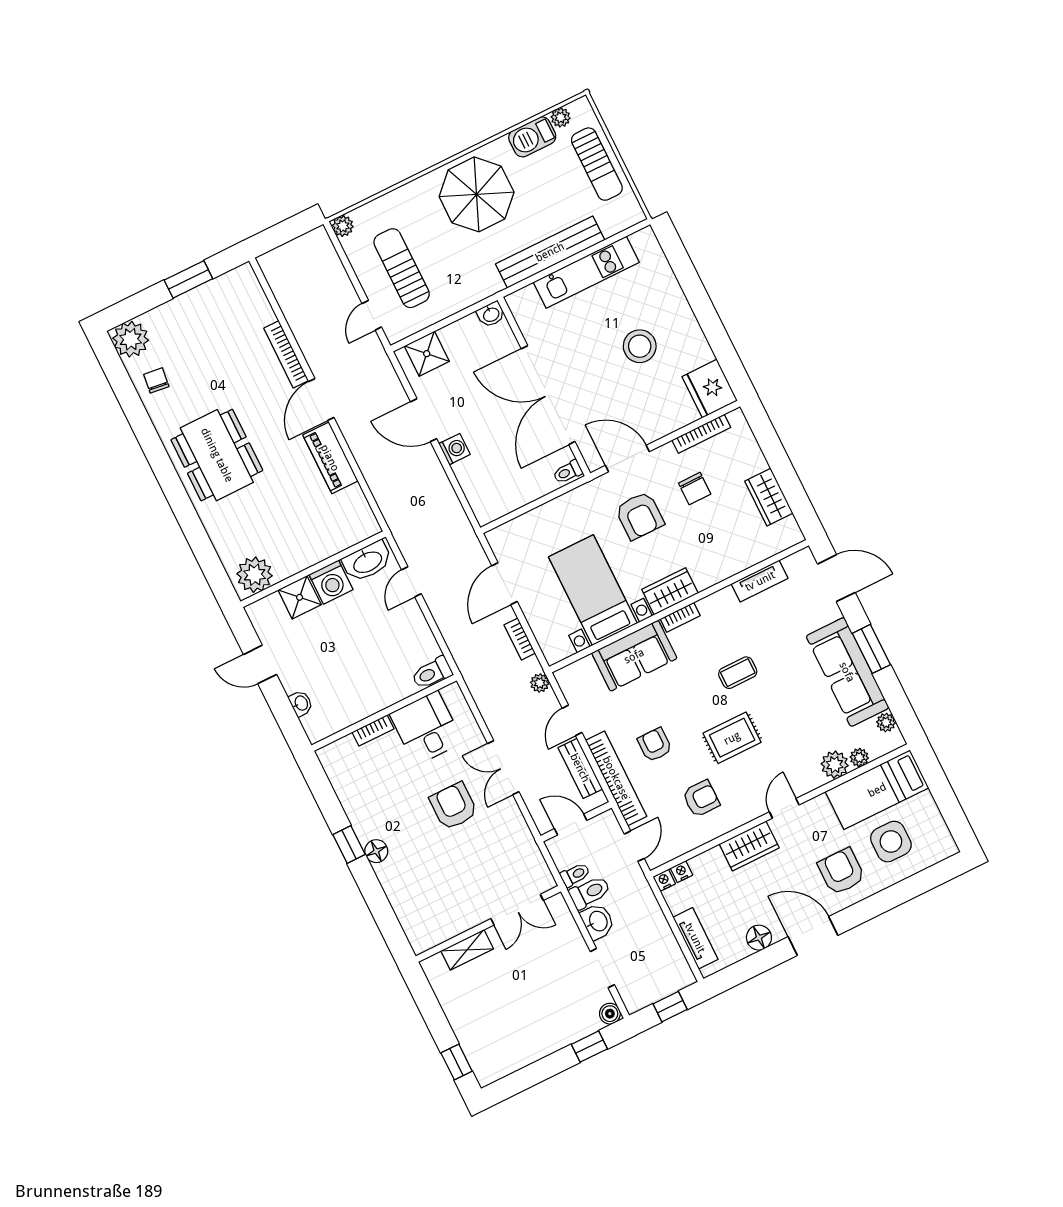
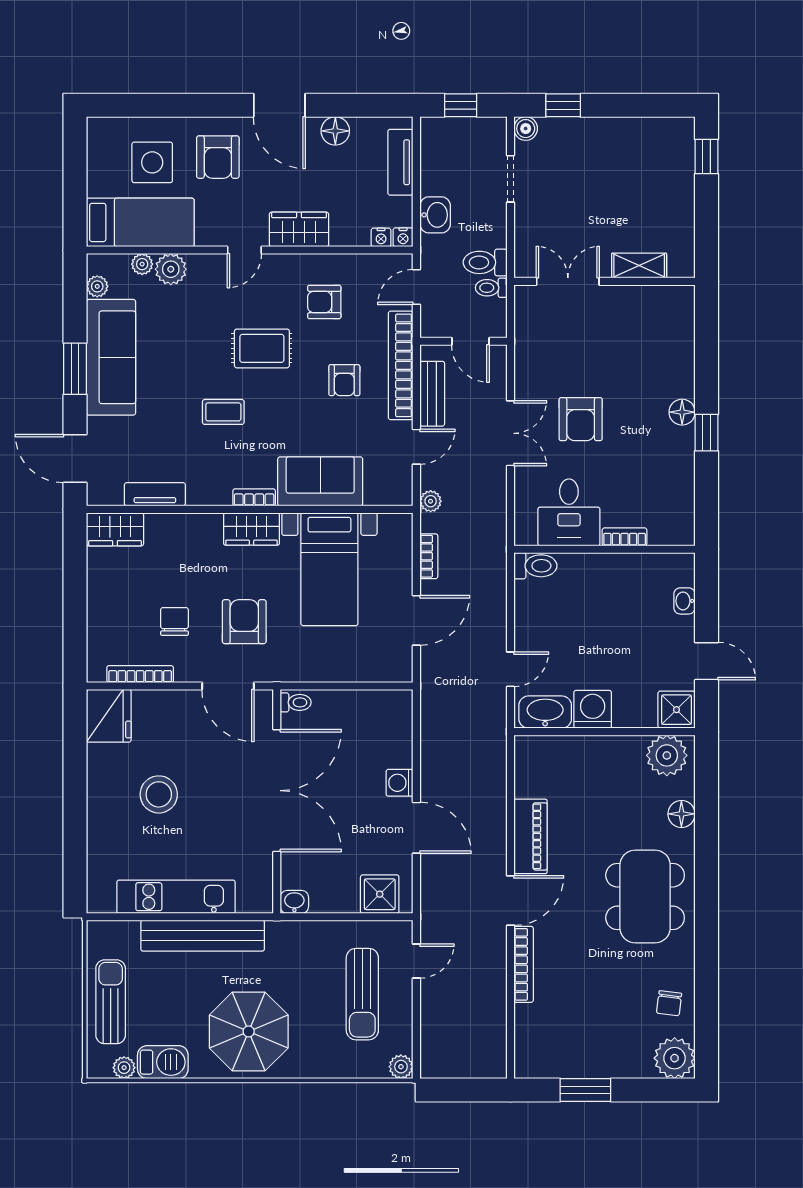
wardrobe: (769, 497) -> (115, 529), moved, turned 90
floor lamp: (220, 534) -> (681, 814), added
shower: (300, 597) -> (677, 710), moved
washbasin: (598, 921) -> (435, 215), moved, turned 180

